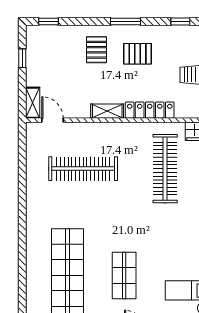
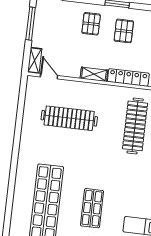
pallet: (138, 54) -> (124, 31), turned 90
window: (22, 58) -> (31, 24), width x2.17

